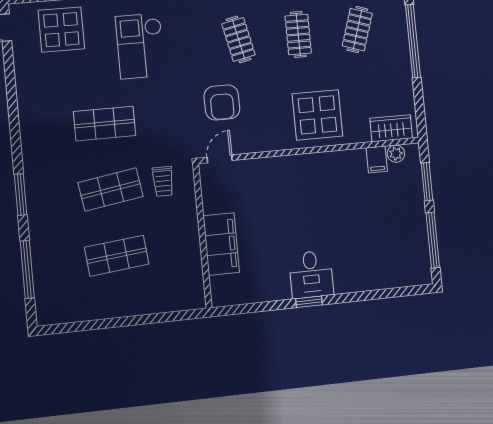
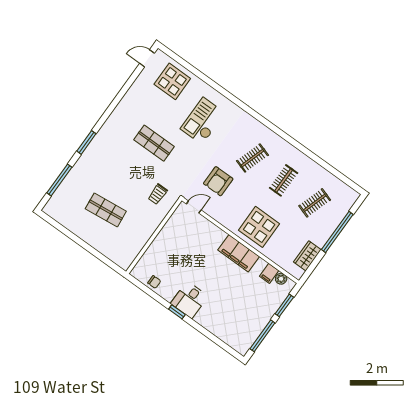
clothes rail: (238, 39) -> (252, 158), turned 30
wardrobe: (391, 128) -> (307, 256), moved, turned -90
shop shelf: (111, 190) -> (130, 177), removed
filing cabinet: (221, 244) -> (239, 253), moved, turned 90
chair: (251, 290) -> (154, 282), added

